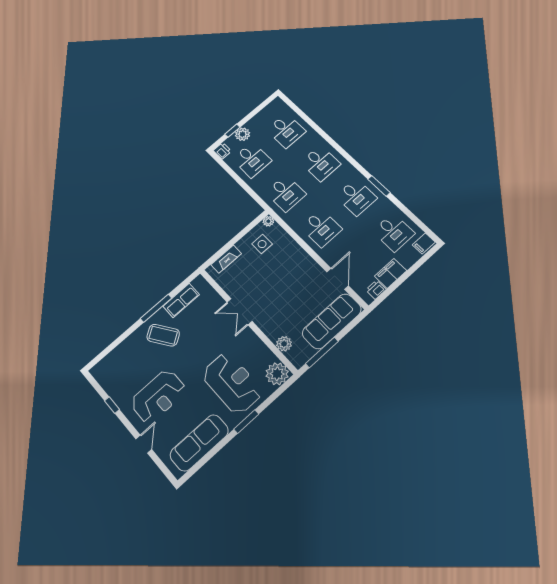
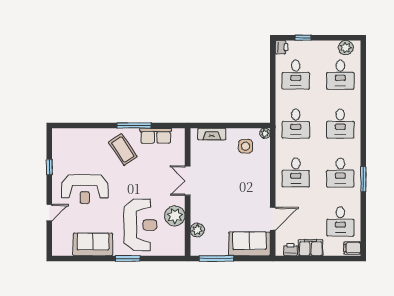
plant: (243, 134) -> (346, 48), moved
sofa: (332, 321) -> (249, 244), width x0.73
plant: (277, 374) -> (175, 216), moved
sofa: (199, 443) -> (93, 244), width x0.73

